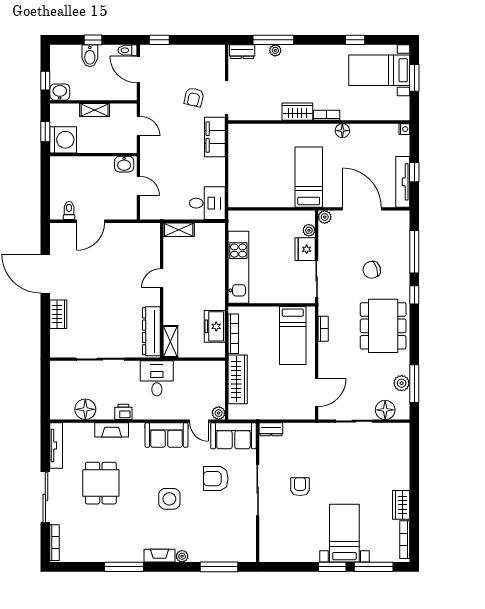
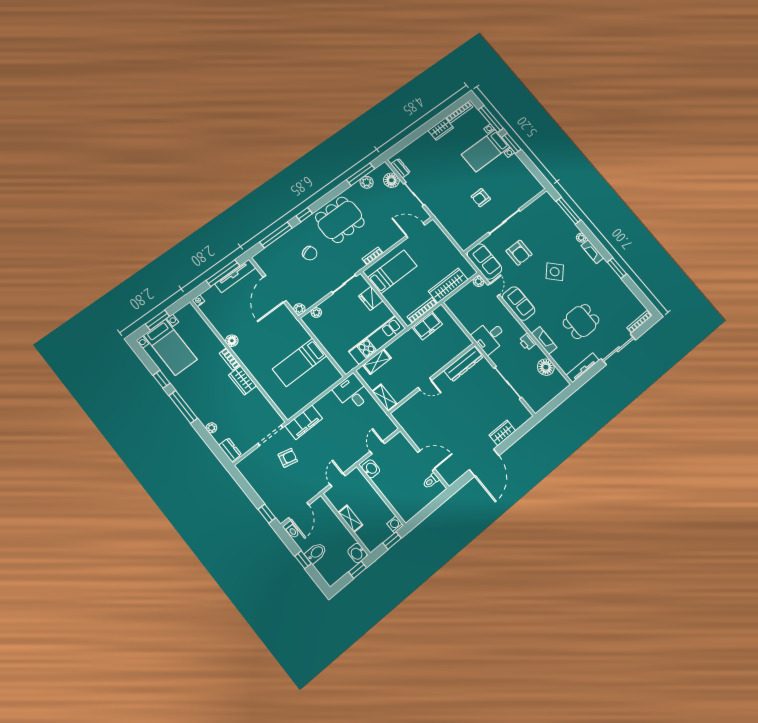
window: (273, 40) -> (183, 407), moved
washing machine: (63, 140) -> (395, 524), width x0.53, depth x0.53
window: (414, 172) -> (223, 273), width x2.17
bed: (309, 177) -> (300, 362), moved
fridge: (305, 249) -> (371, 298), moved, turned 90
shelving: (170, 341) -> (377, 362), moved
dresser: (271, 429) -> (400, 168), moved
side table: (169, 499) -> (555, 272), turned 45
window: (124, 567) -> (617, 268), width x0.69

